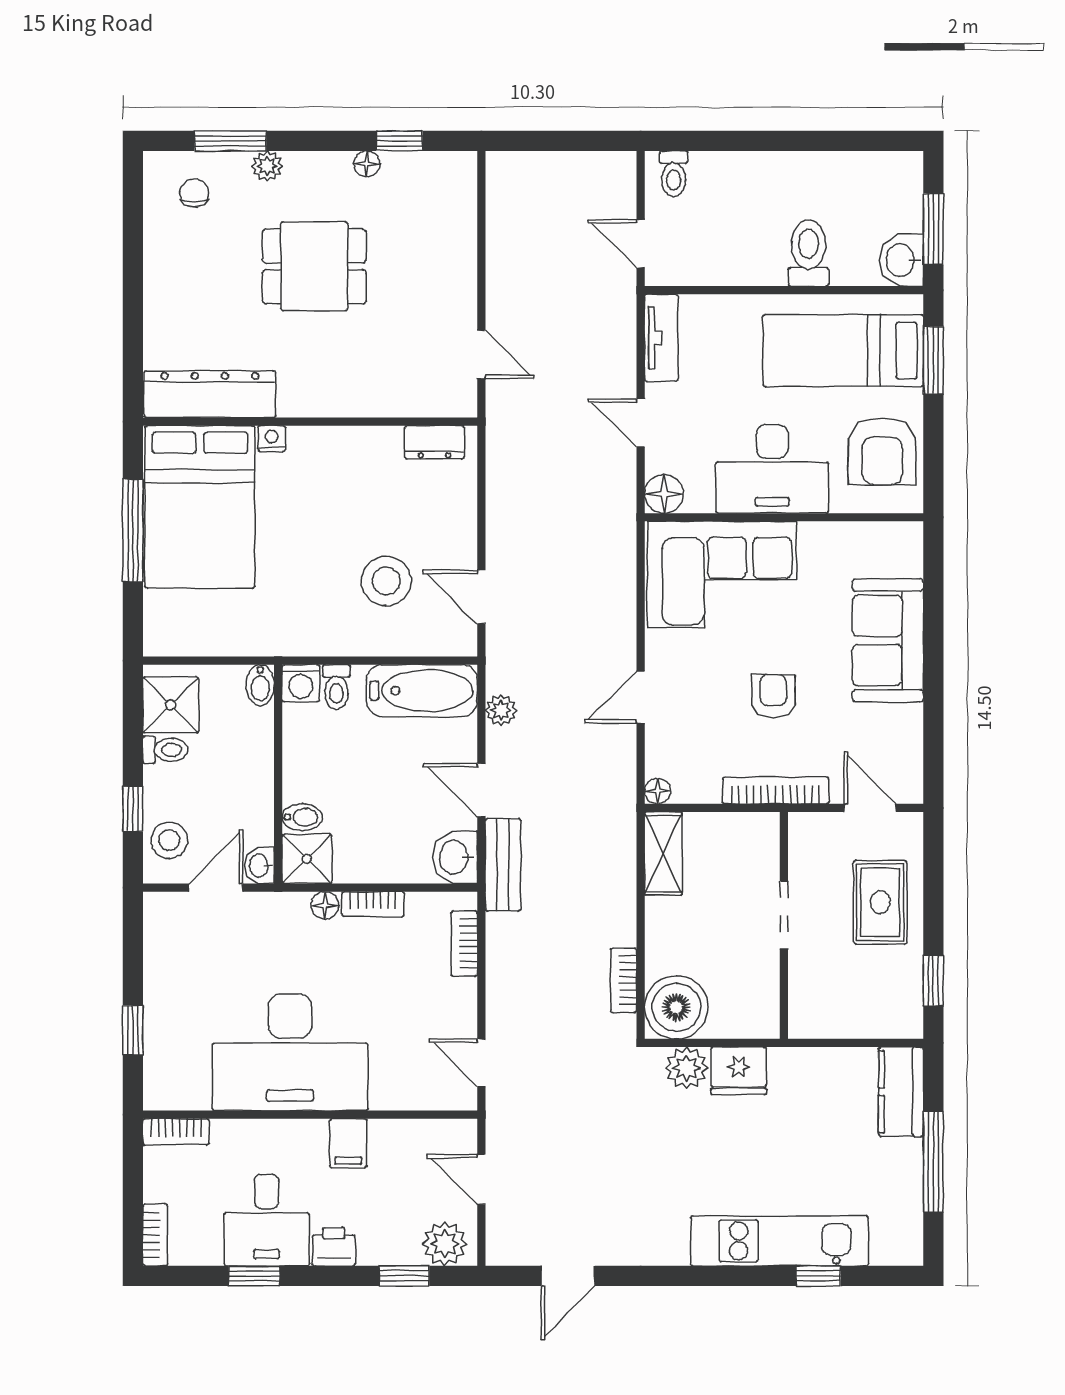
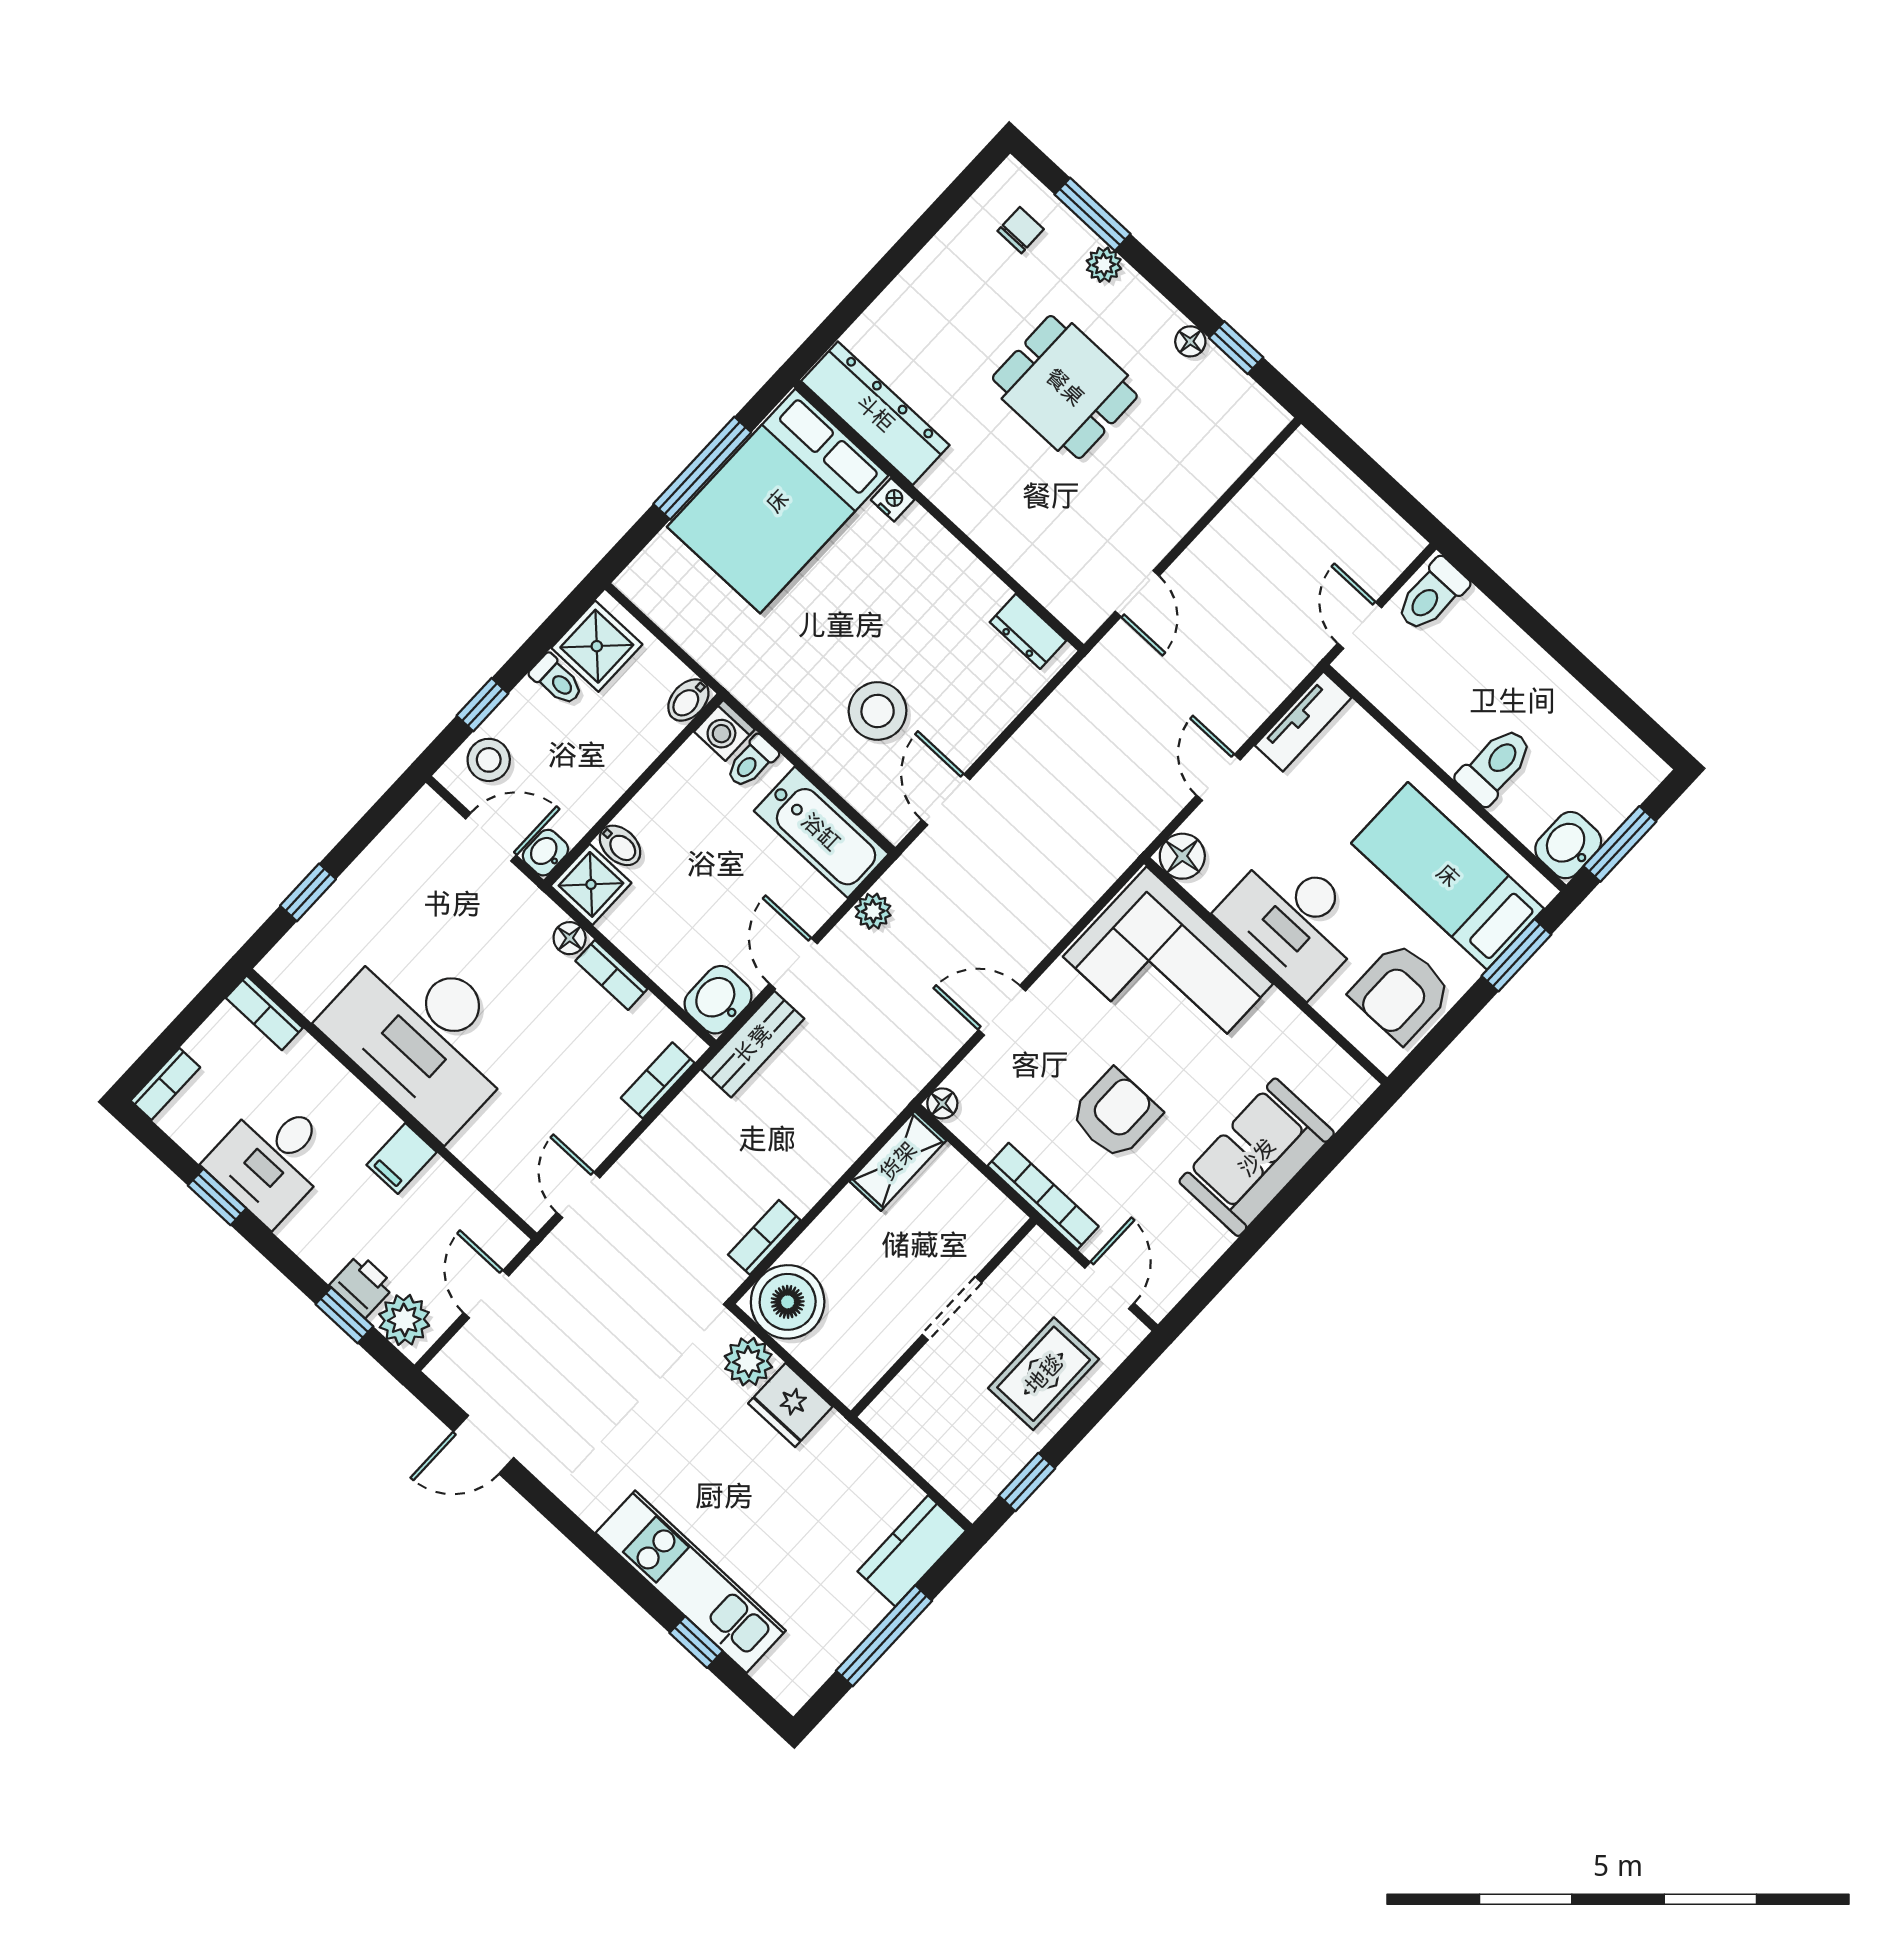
toilet: (674, 174) -> (1432, 595), width x1.37, depth x1.39
armchair: (773, 696) -> (1115, 1114), width x1.38, depth x1.38
printer: (334, 1247) -> (362, 1285), moved

